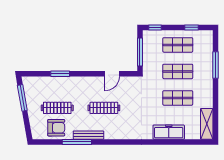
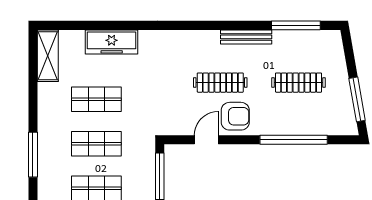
window: (60, 74) -> (294, 140), width x2.11
armchair: (56, 128) -> (235, 116), moved, turned 180
window: (77, 142) -> (296, 25), moved

